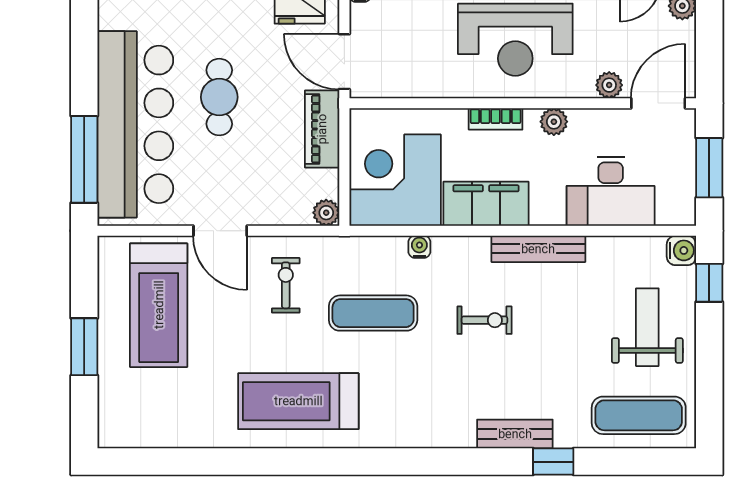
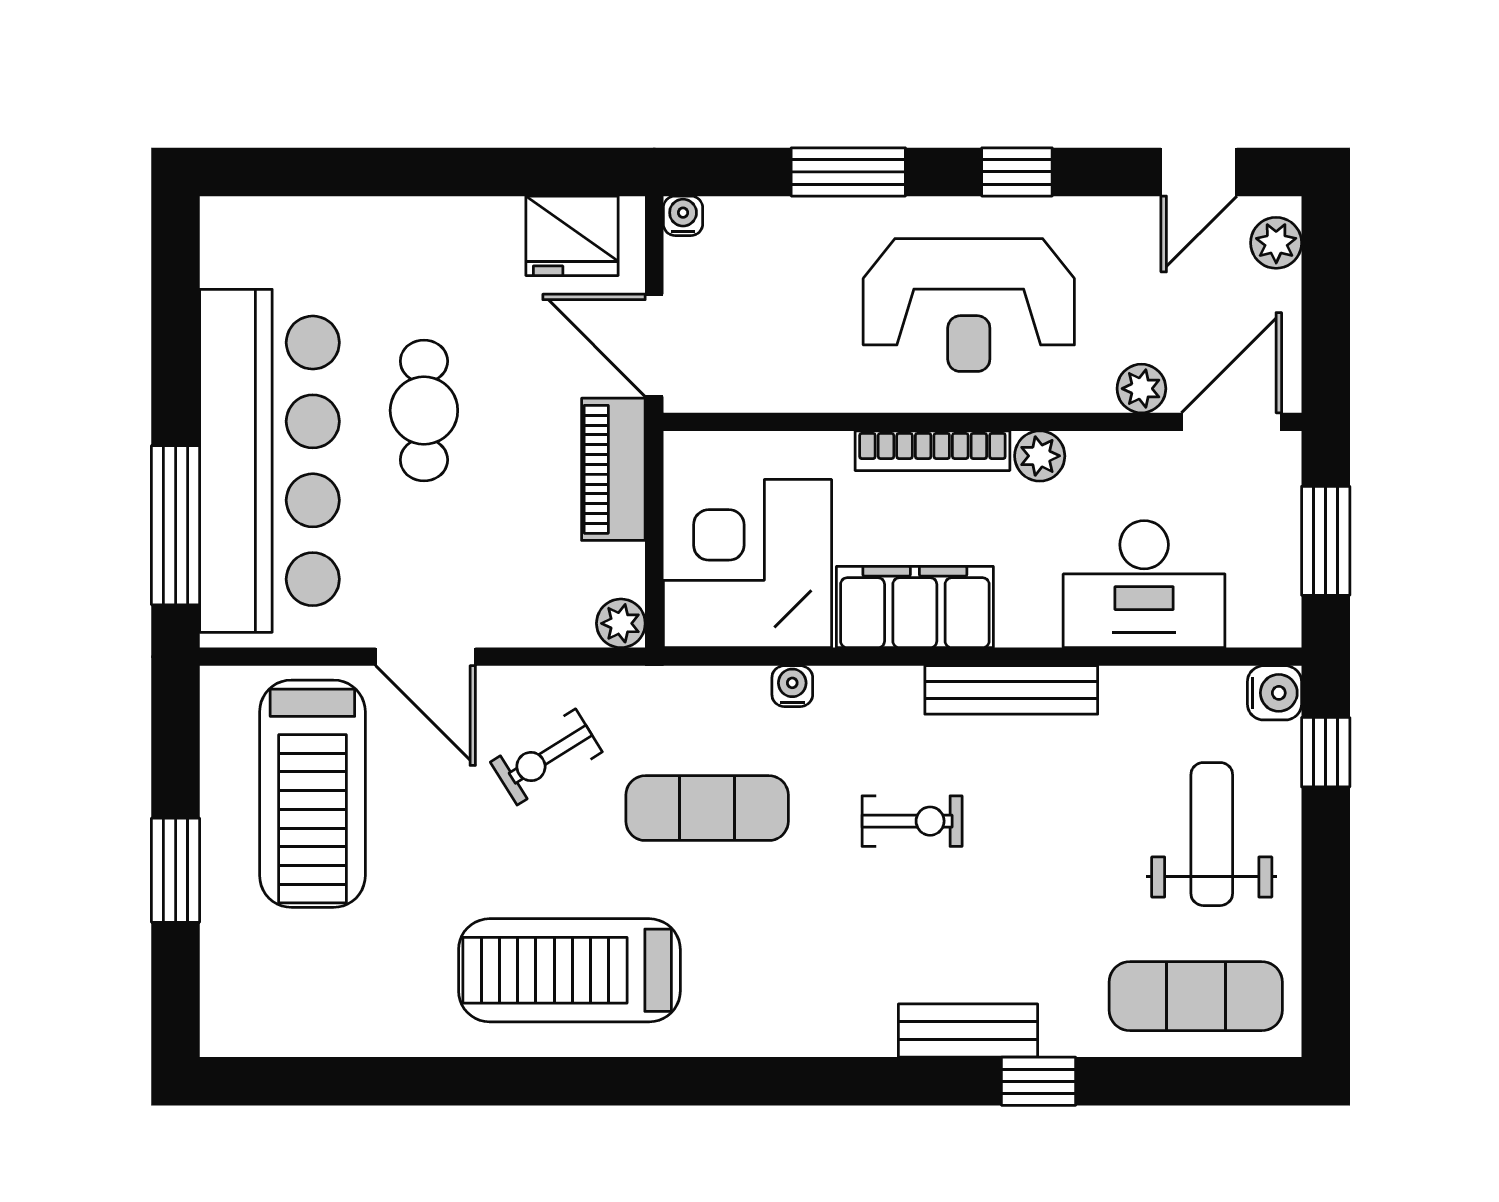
bookcase: (496, 119) -> (932, 451), width x1.56
exercise bike: (286, 285) -> (546, 757), turned -122

